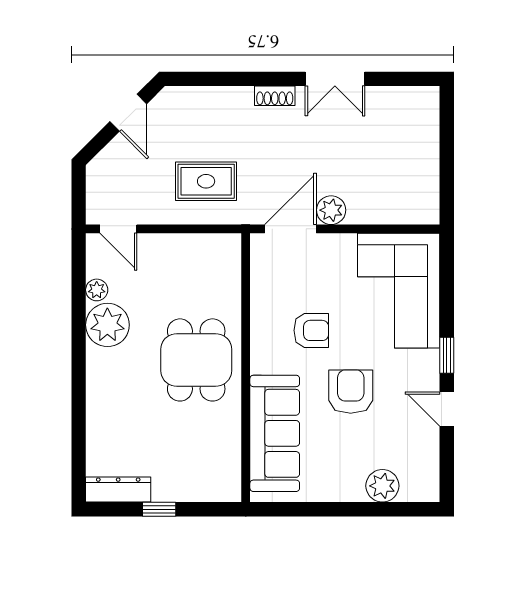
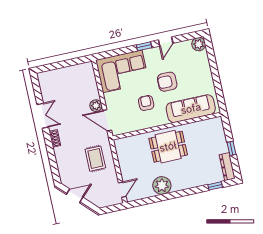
plant: (97, 290) -> (149, 193), removed
window: (79, 451) -> (215, 186), added
plant: (382, 486) -> (199, 44), moved

